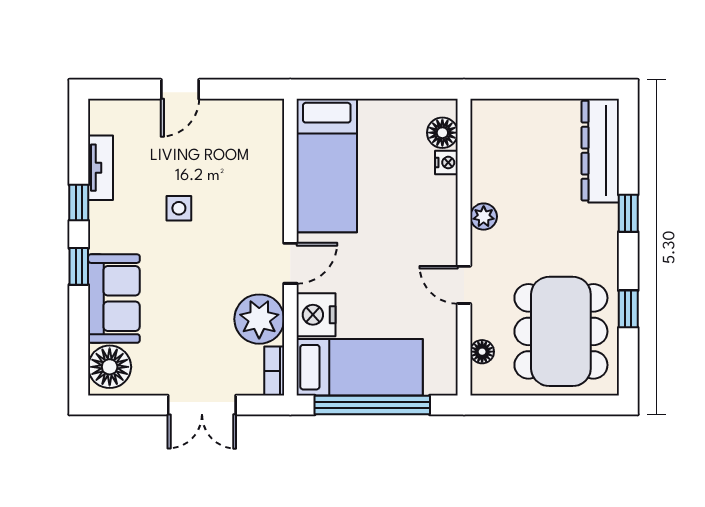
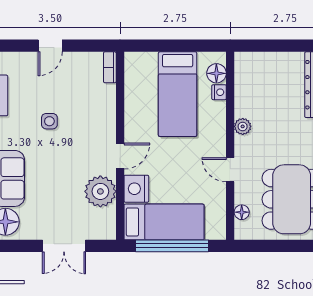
bed: (327, 166) -> (178, 94), moved
bookcase: (274, 371) -> (110, 67), moved

